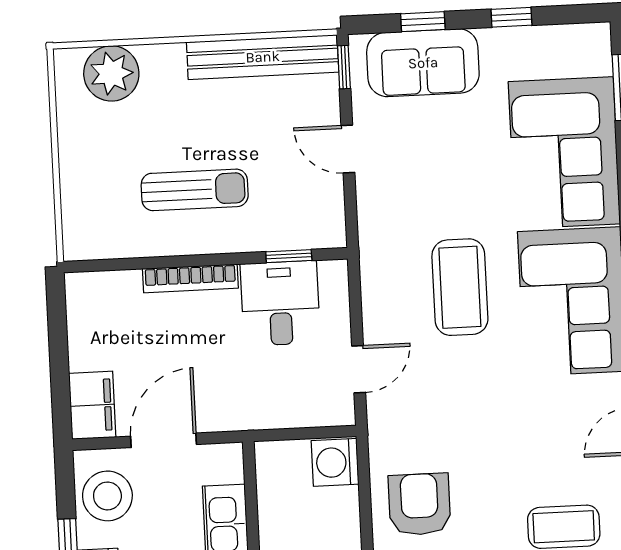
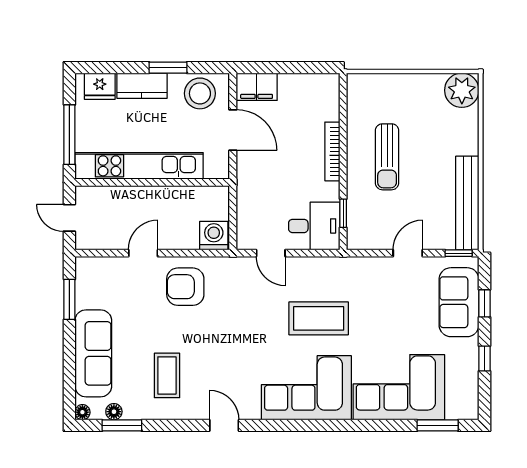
plant: (111, 73) -> (462, 90), moved
desk: (280, 303) -> (314, 226), moved
armchair: (419, 504) -> (185, 287), turned 180

